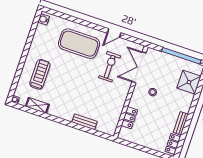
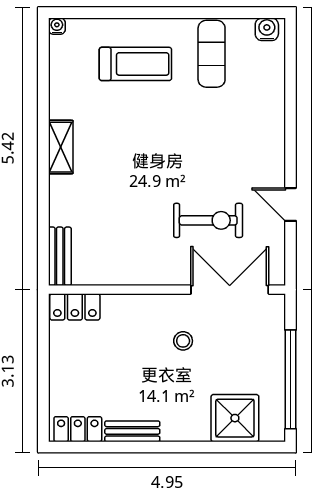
exercise mat: (79, 44) -> (212, 54), moved, width x0.50, depth x0.69
shelving: (37, 105) -> (61, 147), moved
locker: (129, 118) -> (75, 307), moved
bench: (84, 122) -> (60, 256), moved

